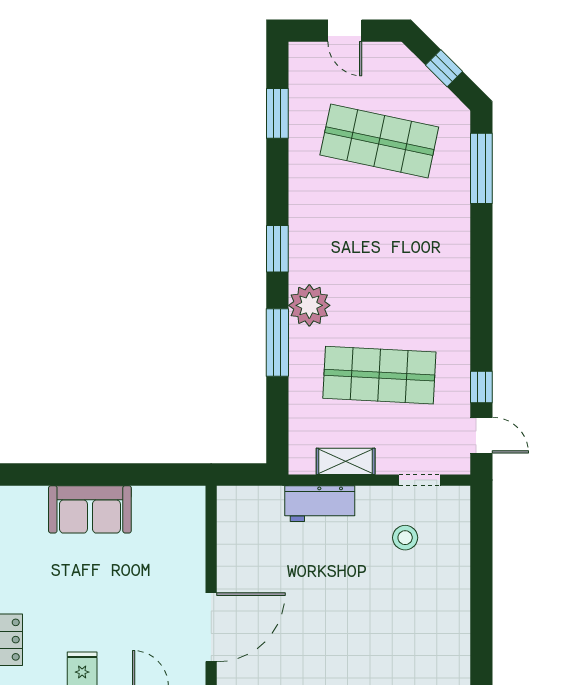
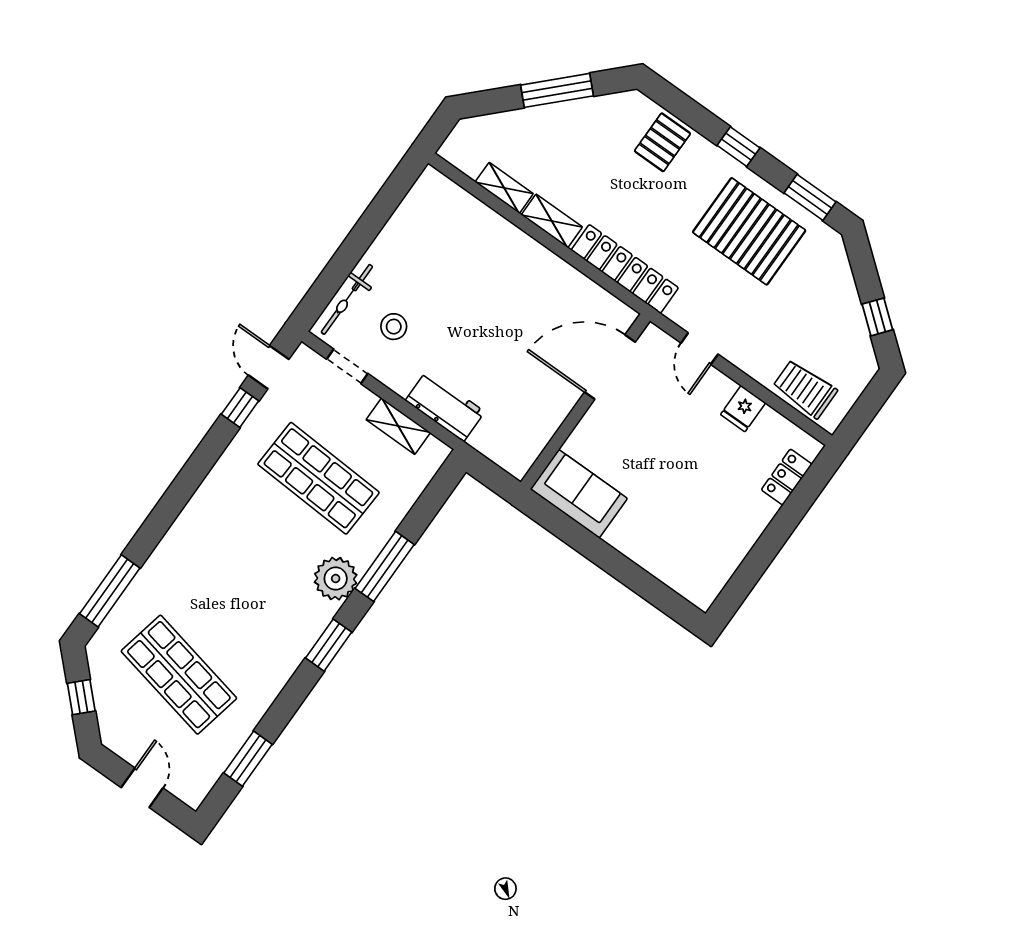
sofa: (90, 509) -> (579, 494), moved
bicycle: (457, 533) -> (347, 299), added

